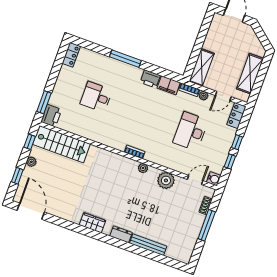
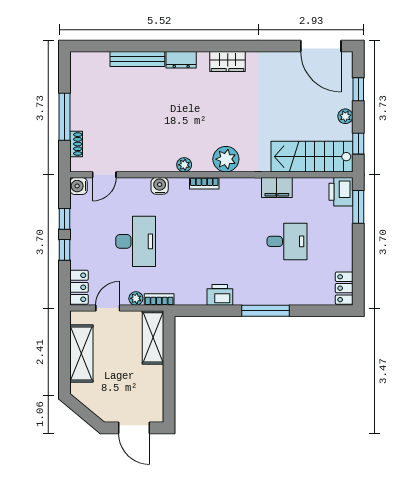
filing cabinet: (169, 85) -> (277, 188), moved, turned 180
water cooler: (163, 161) -> (160, 186), added
plant: (166, 180) -> (226, 159), moved

